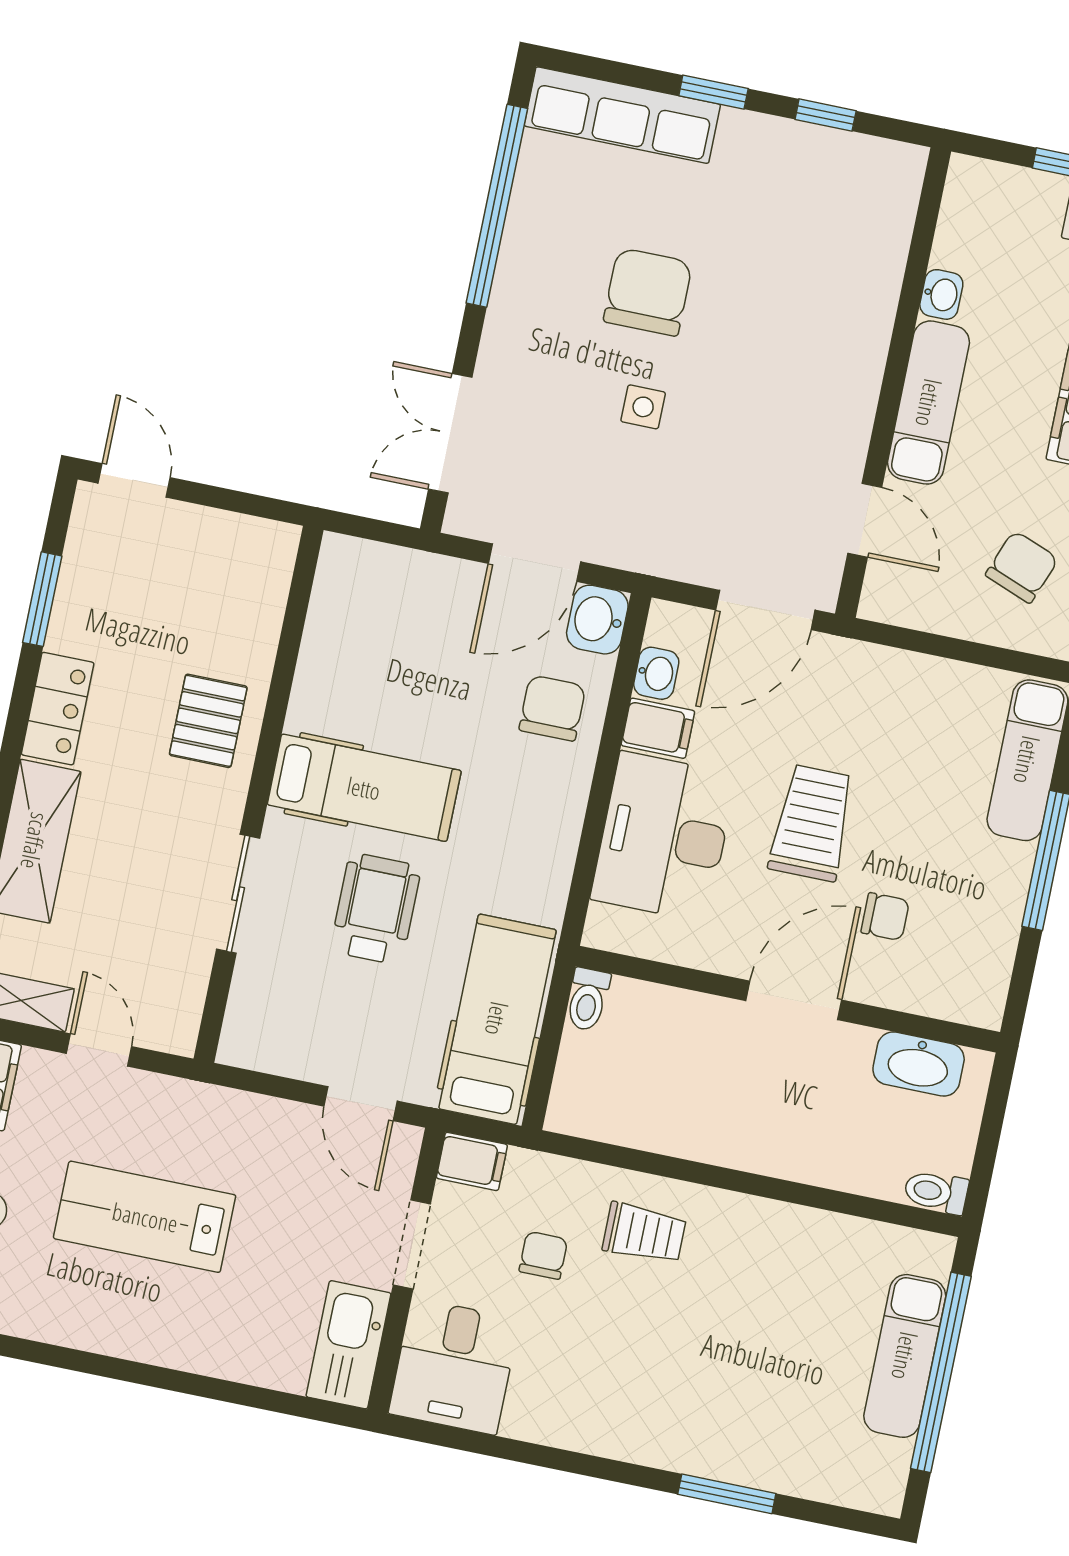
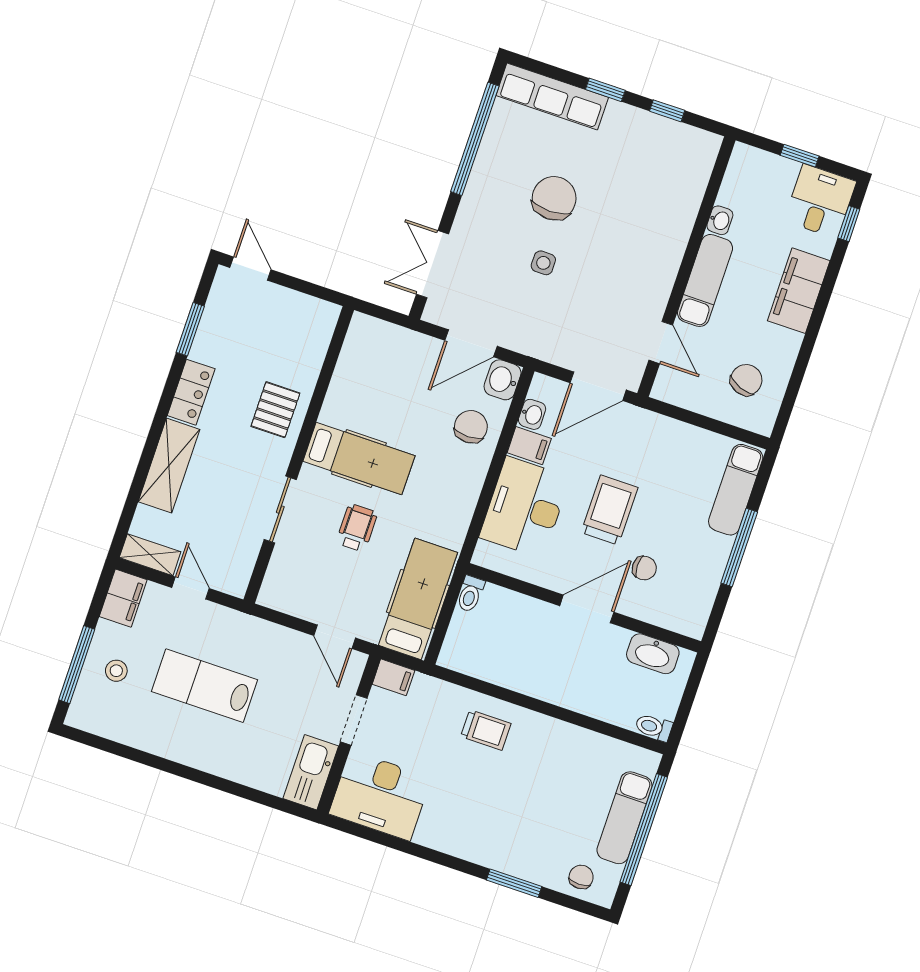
wheelchair: (376, 909) -> (357, 528), width x0.73, depth x0.73
chair: (543, 1255) -> (581, 877), moved
desk: (454, 1366) -> (380, 796), width x1.37

